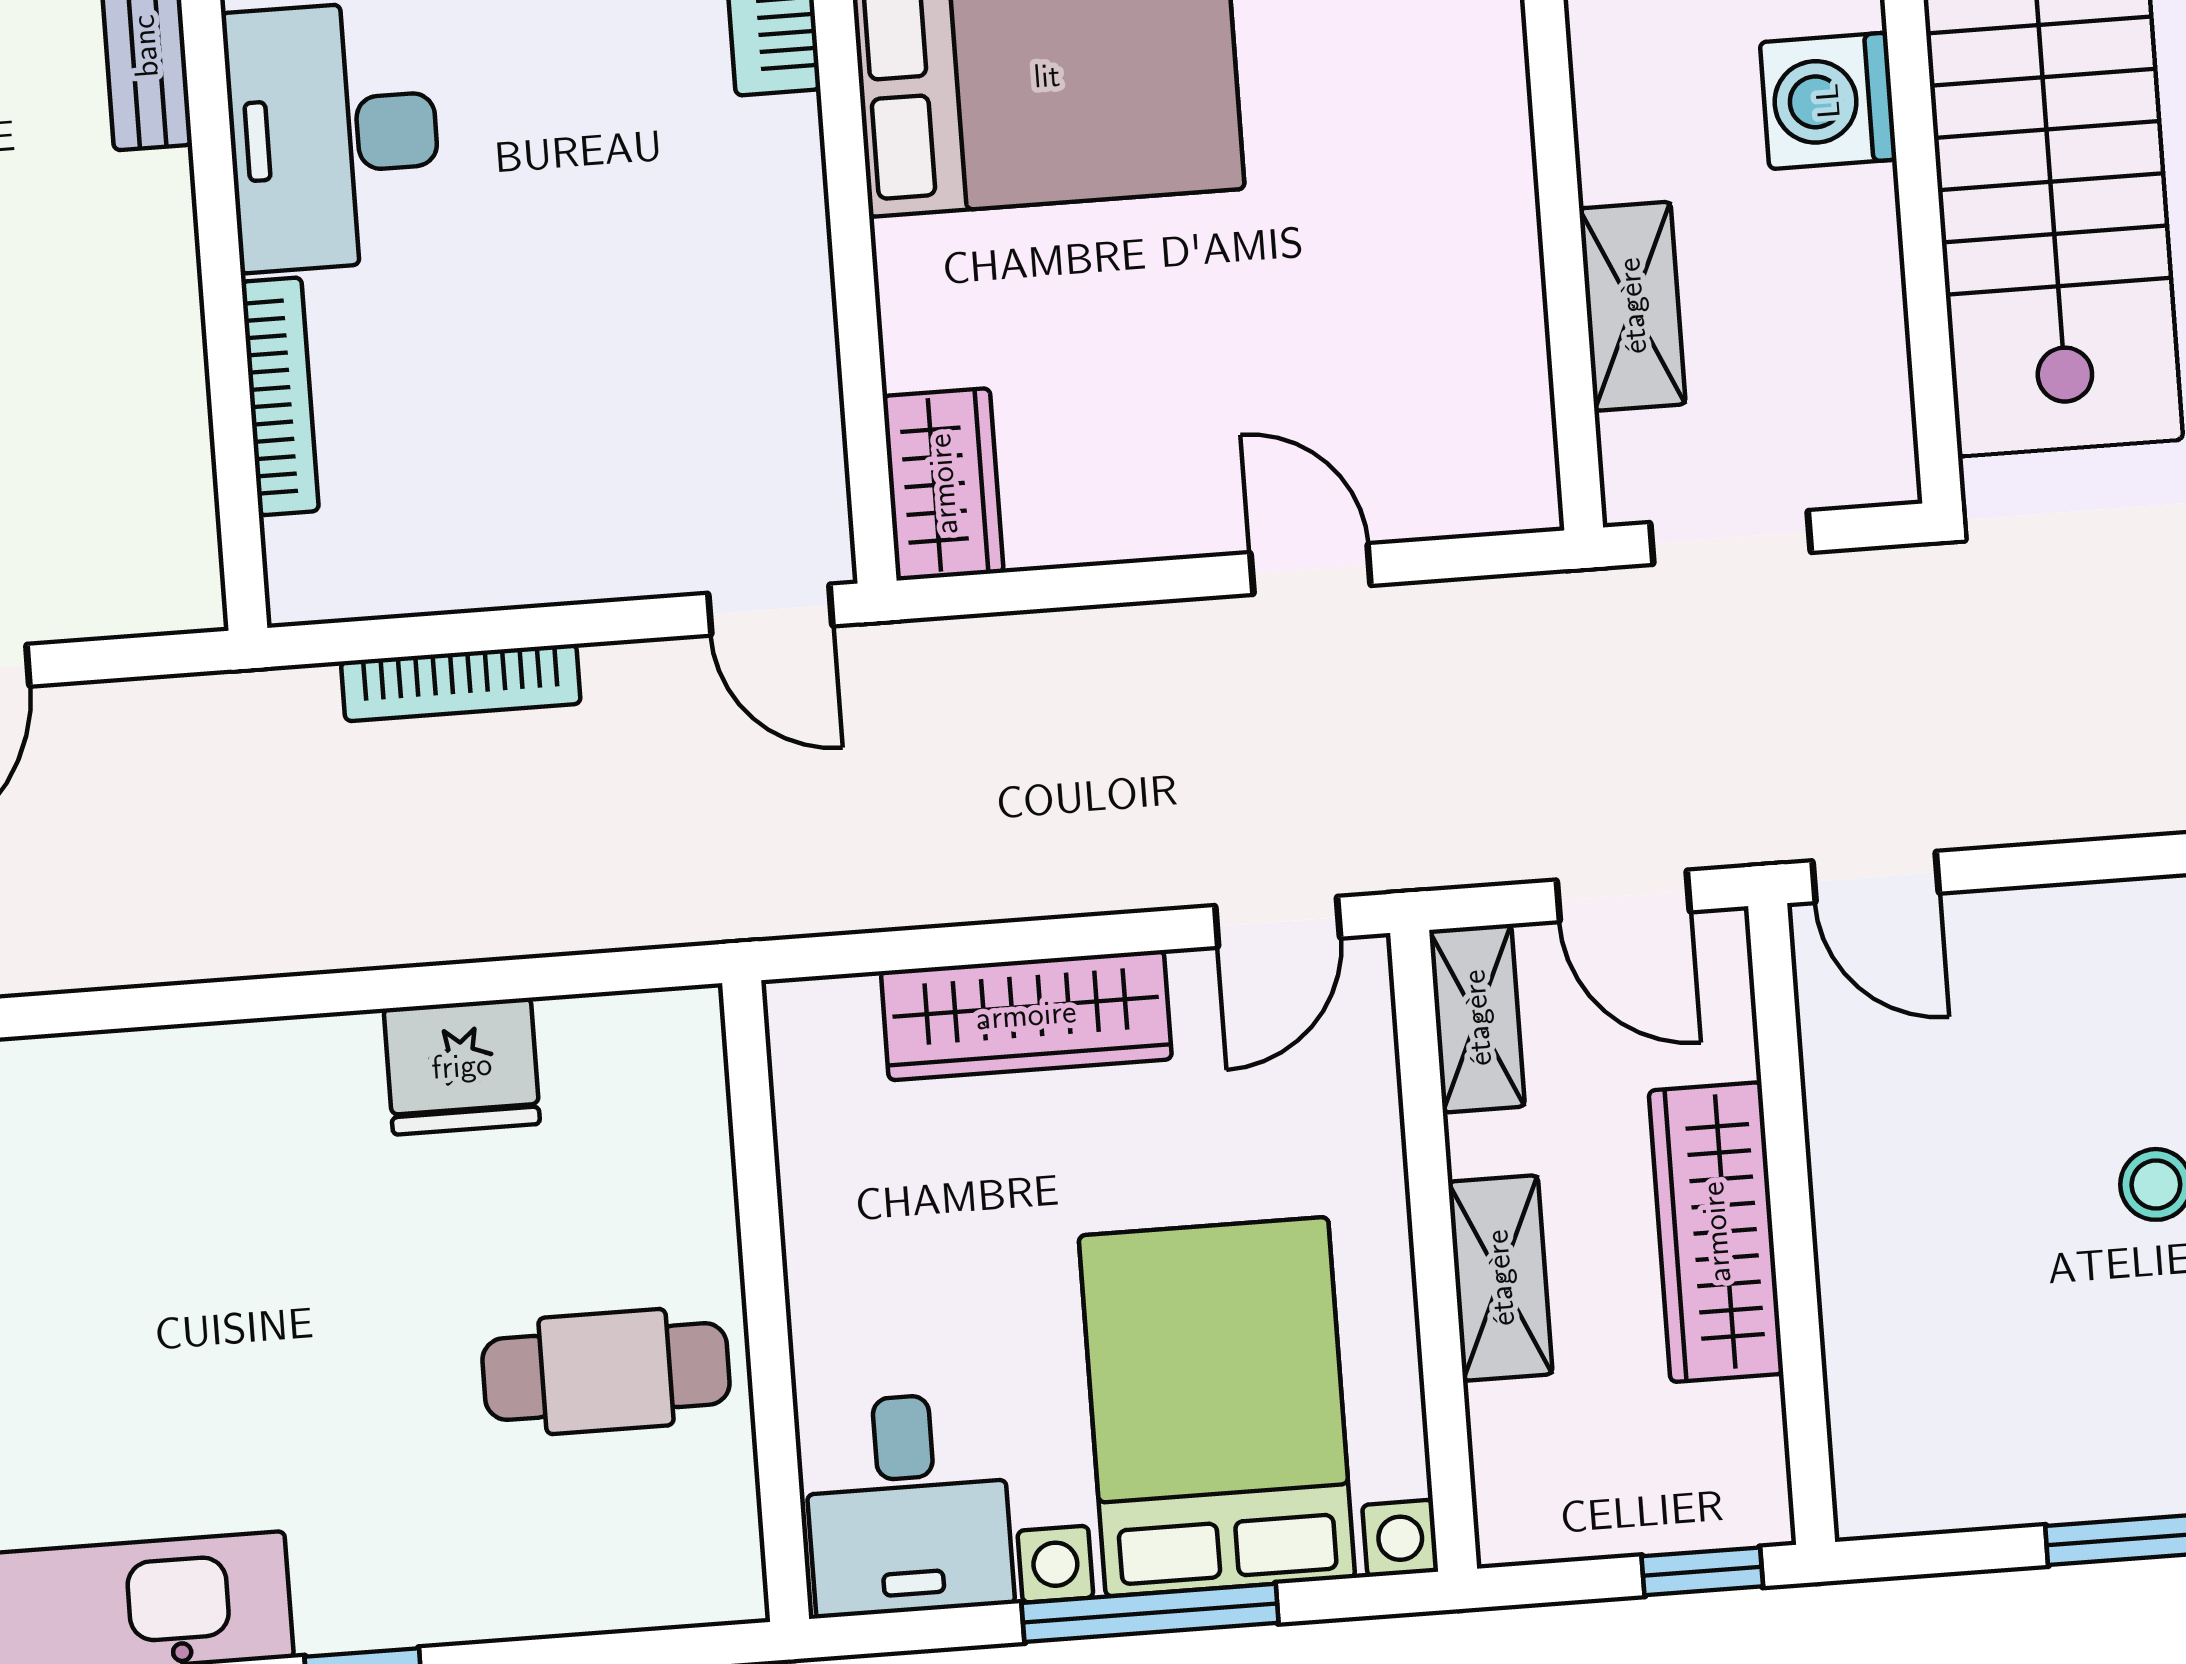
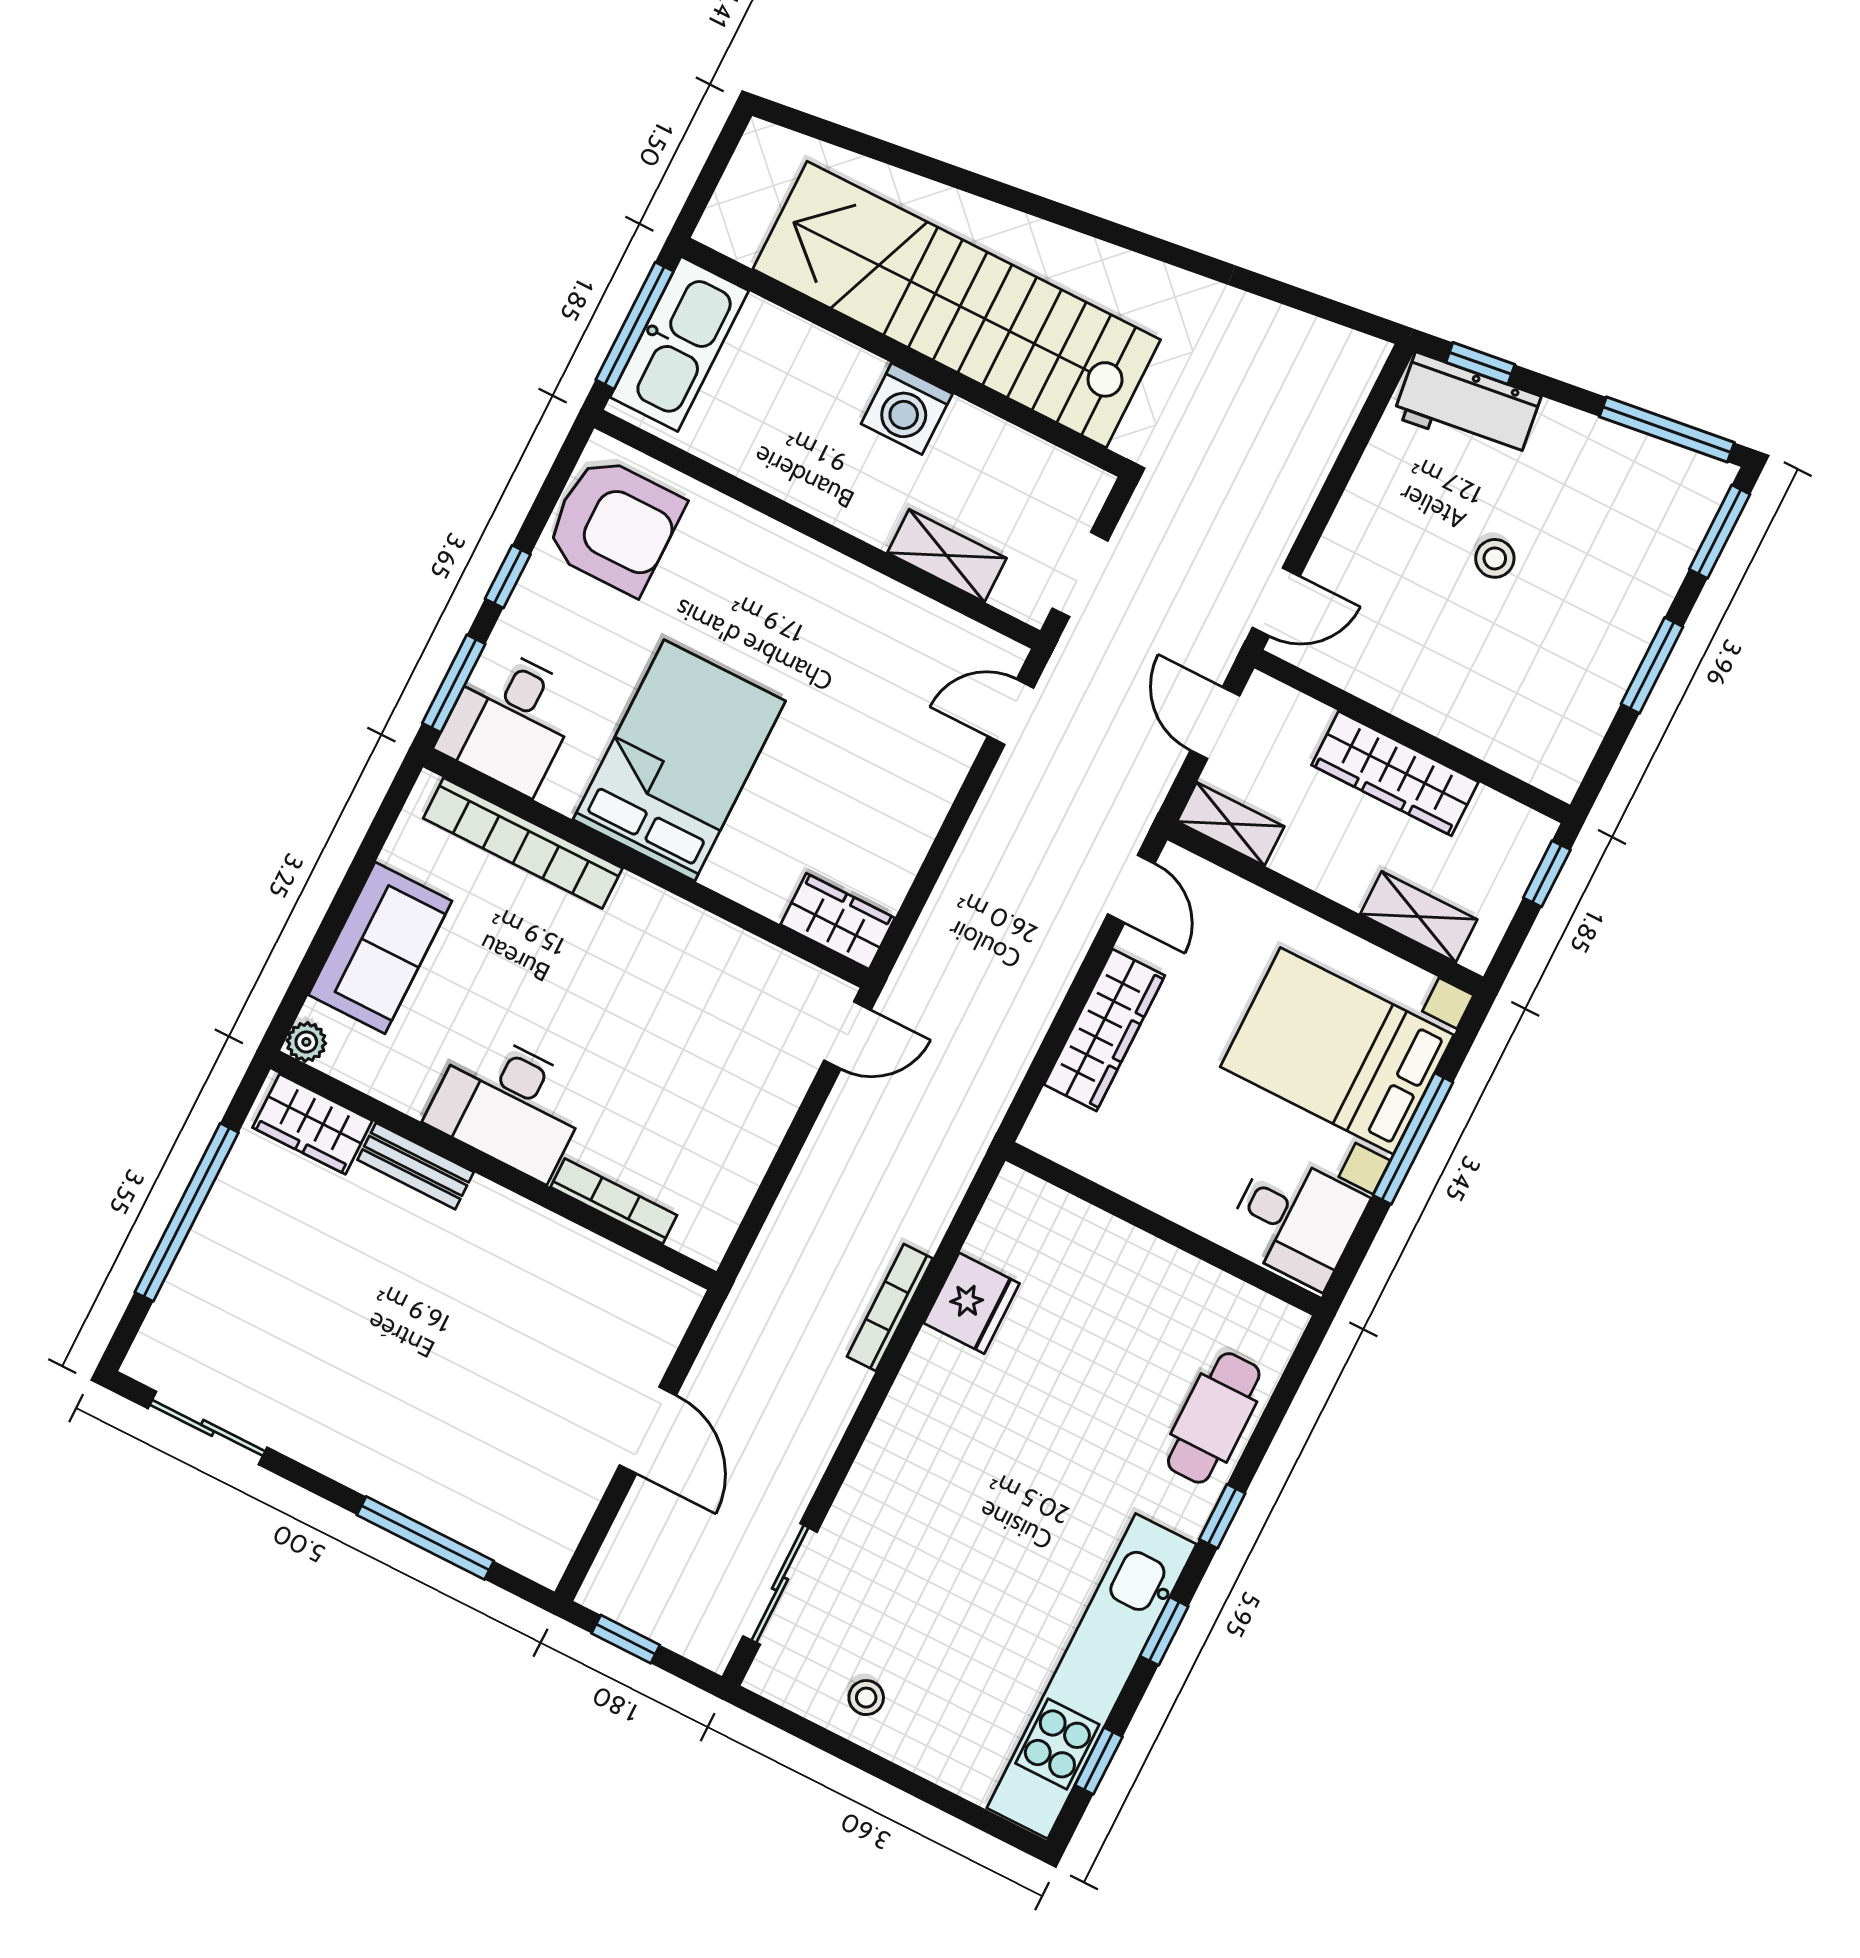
door: (1311, 569) -> (1011, 712), moved
bookcase: (461, 683) -> (890, 1307), moved, turned 180
door: (1623, 896) -> (1215, 723), swing flipped
shelving: (1500, 1278) -> (1419, 917), moved
cafe table: (606, 1372) -> (1214, 1418), moved

